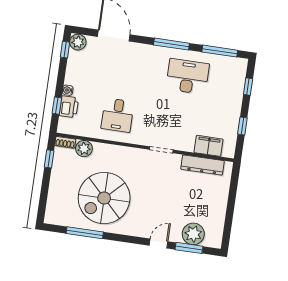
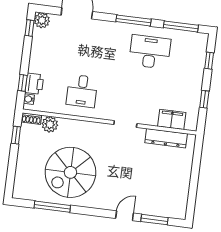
water cooler: (68, 90) -> (29, 99), moved
plant: (193, 234) -> (158, 206), removed

